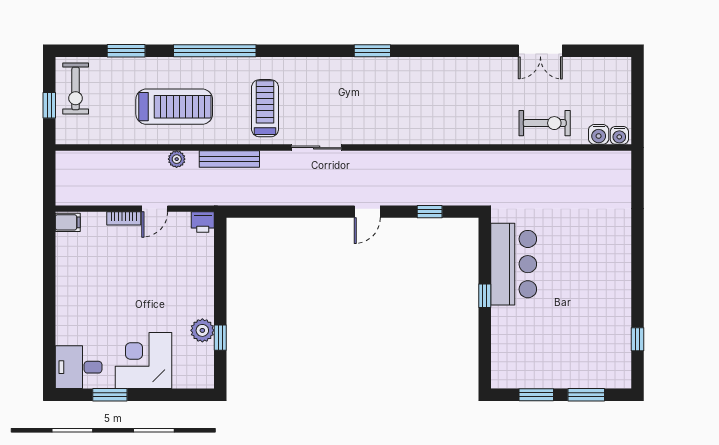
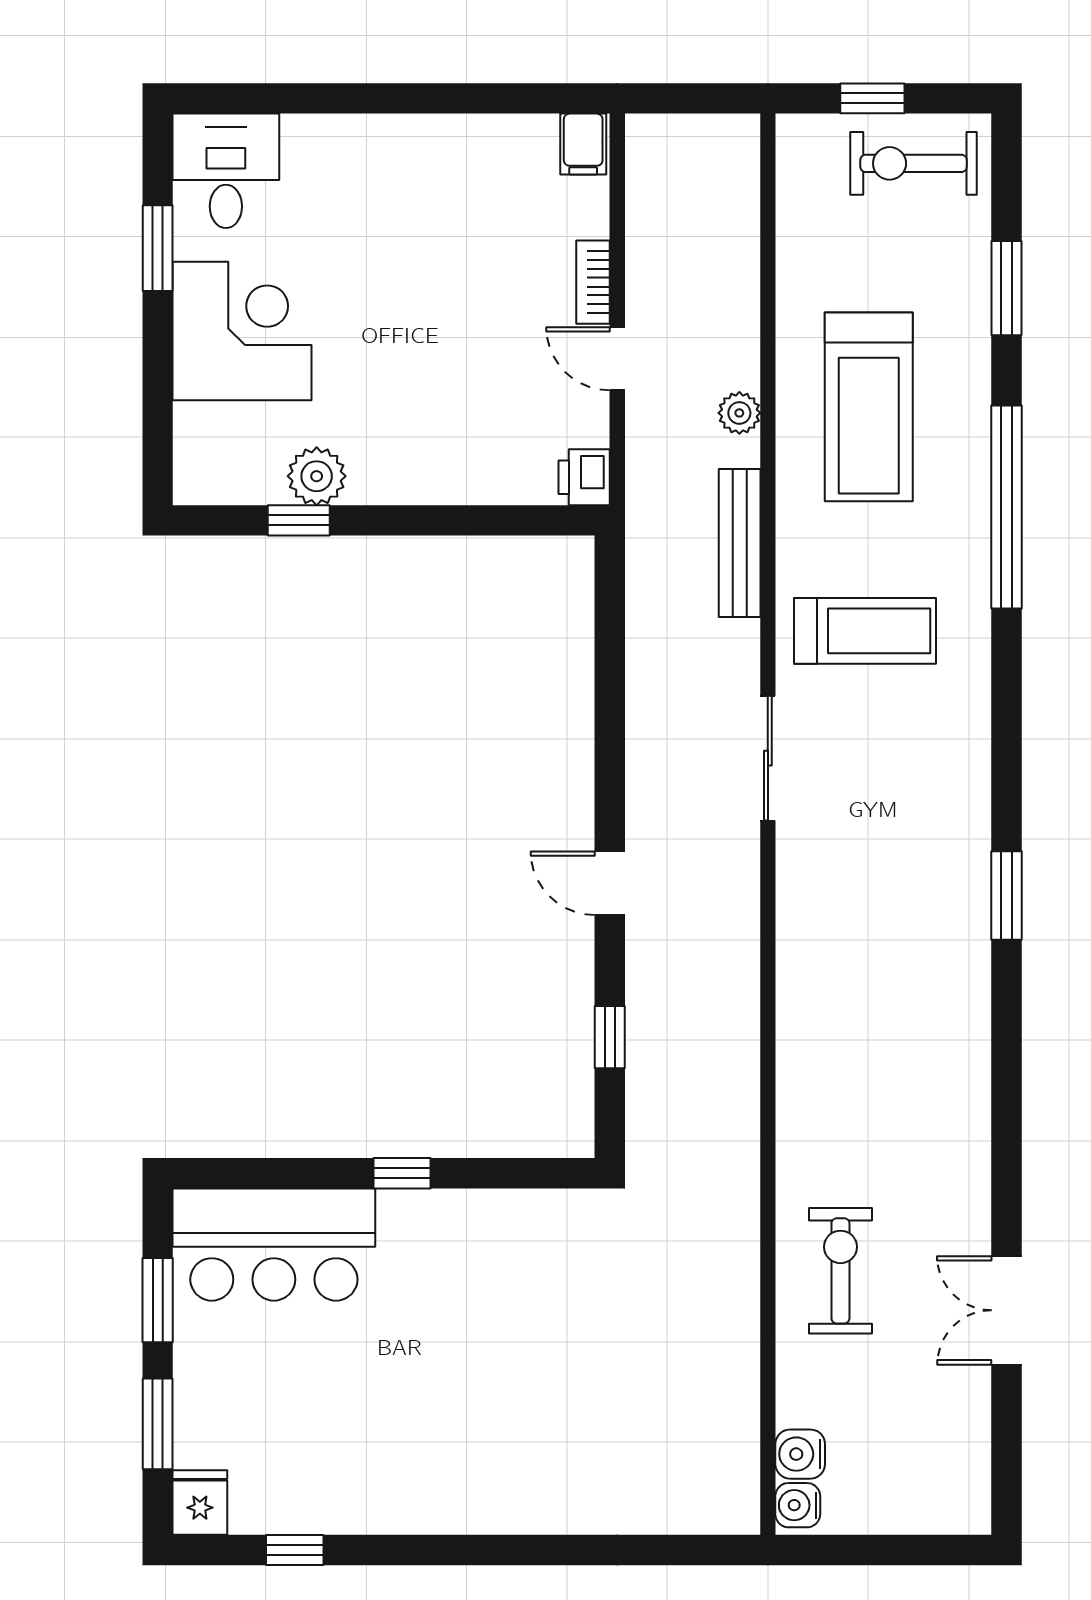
exercise bike: (545, 123) -> (840, 1271), moved, turned 180
bar counter: (514, 264) -> (274, 1245), moved
fridge: (618, 378) -> (200, 1502), added

